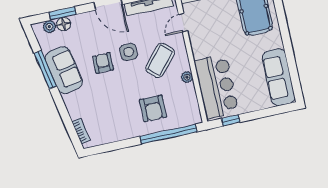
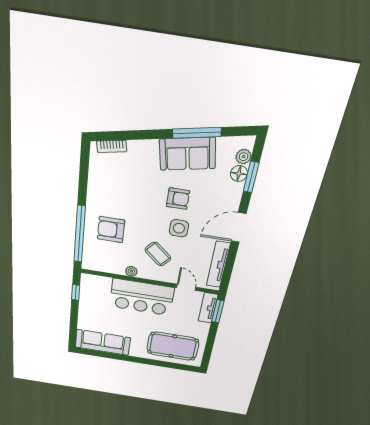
coffee table: (160, 60) -> (158, 254), width x0.73, depth x0.77
bar counter: (216, 87) -> (142, 297), moved

